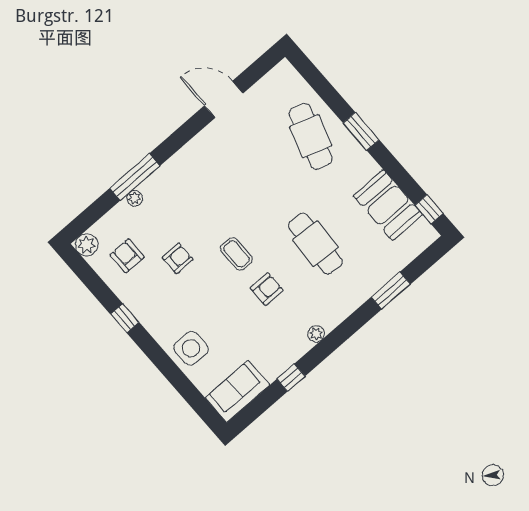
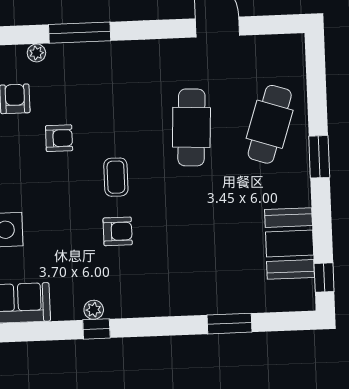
plant: (135, 198) -> (36, 53), moved
cafe table: (315, 244) -> (191, 127), moved
plant: (316, 334) -> (94, 310), moved
window: (291, 378) -> (96, 329), moved

